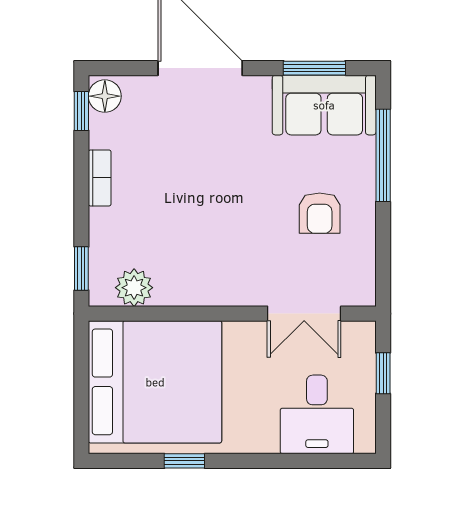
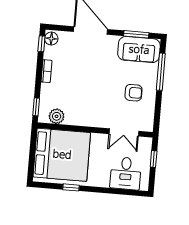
armchair: (320, 213) -> (134, 93), turned -90

